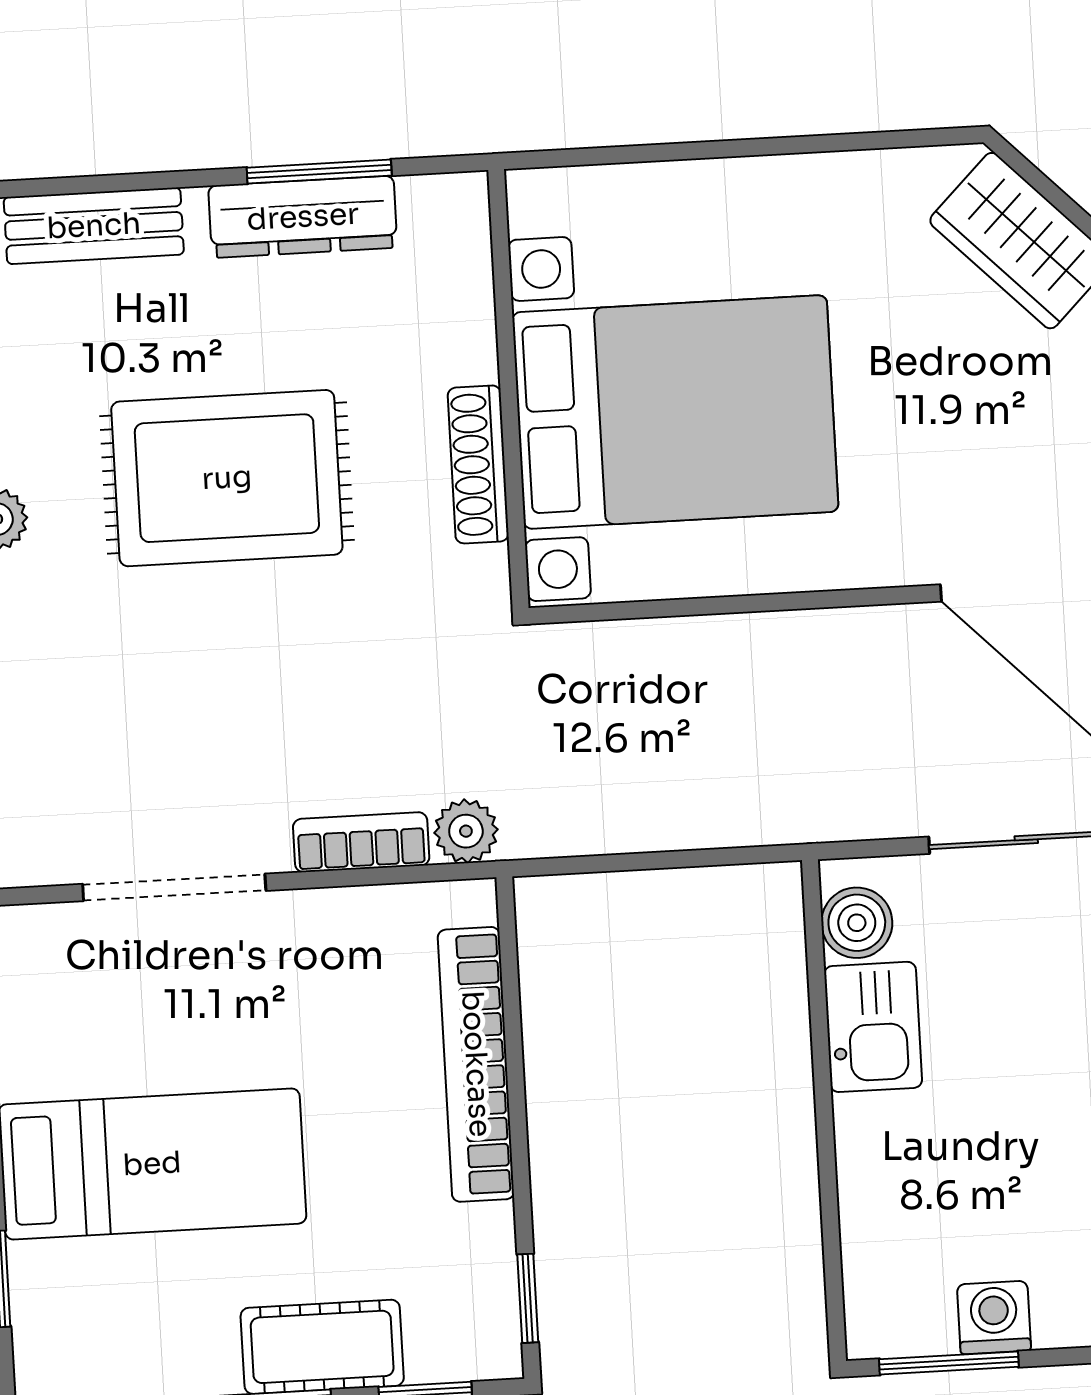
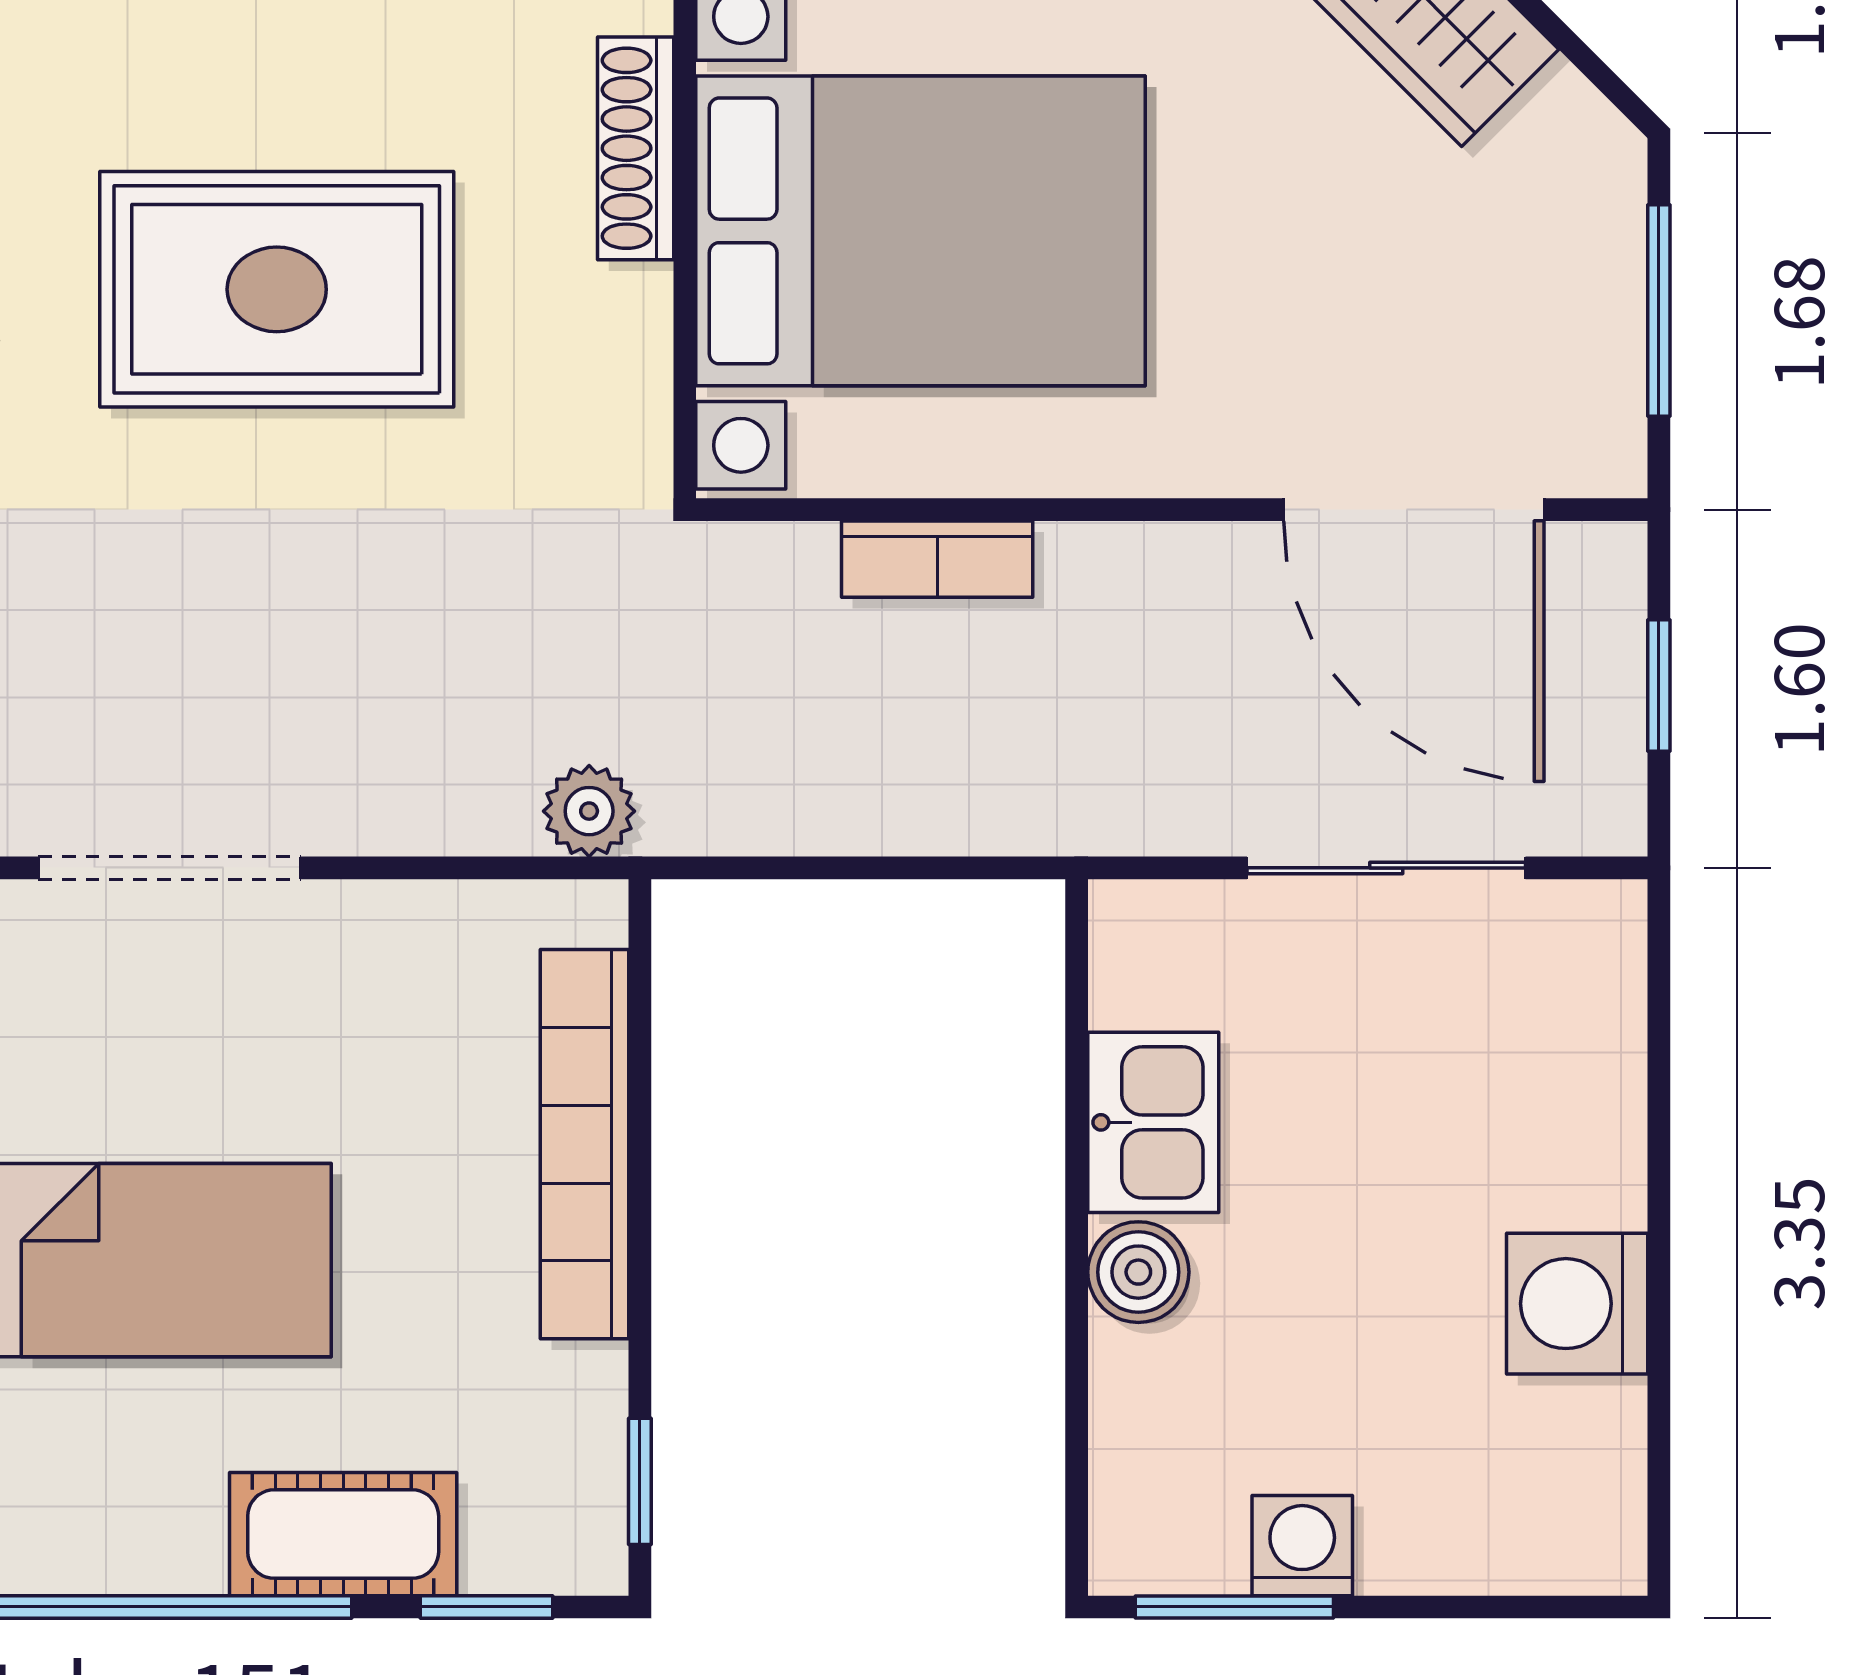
shoe rack: (478, 464) -> (636, 148), moved
bookcase: (361, 842) -> (937, 559), moved, turned 180
boiler: (857, 923) -> (1138, 1272), moved

